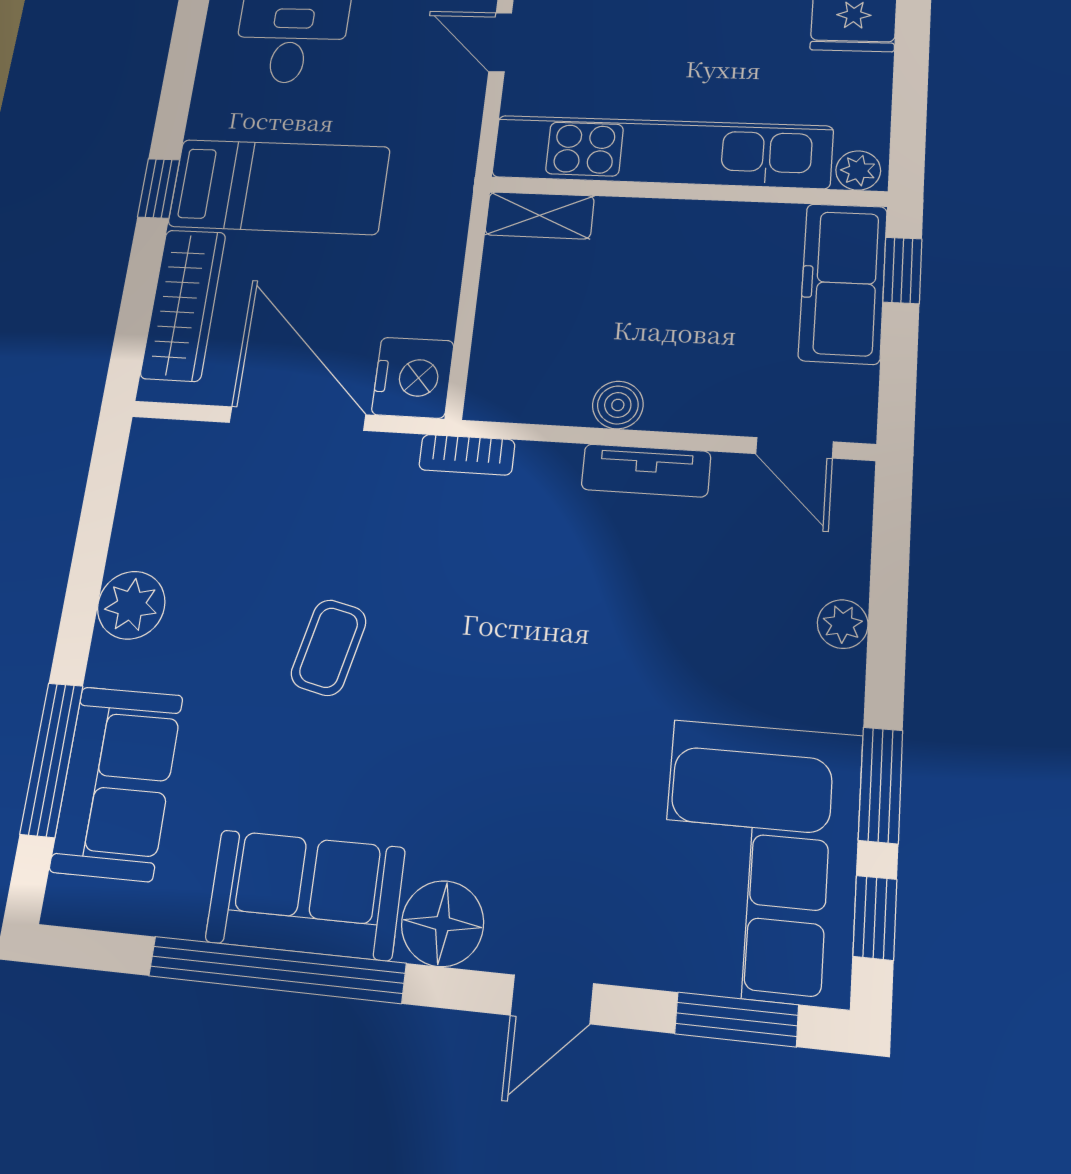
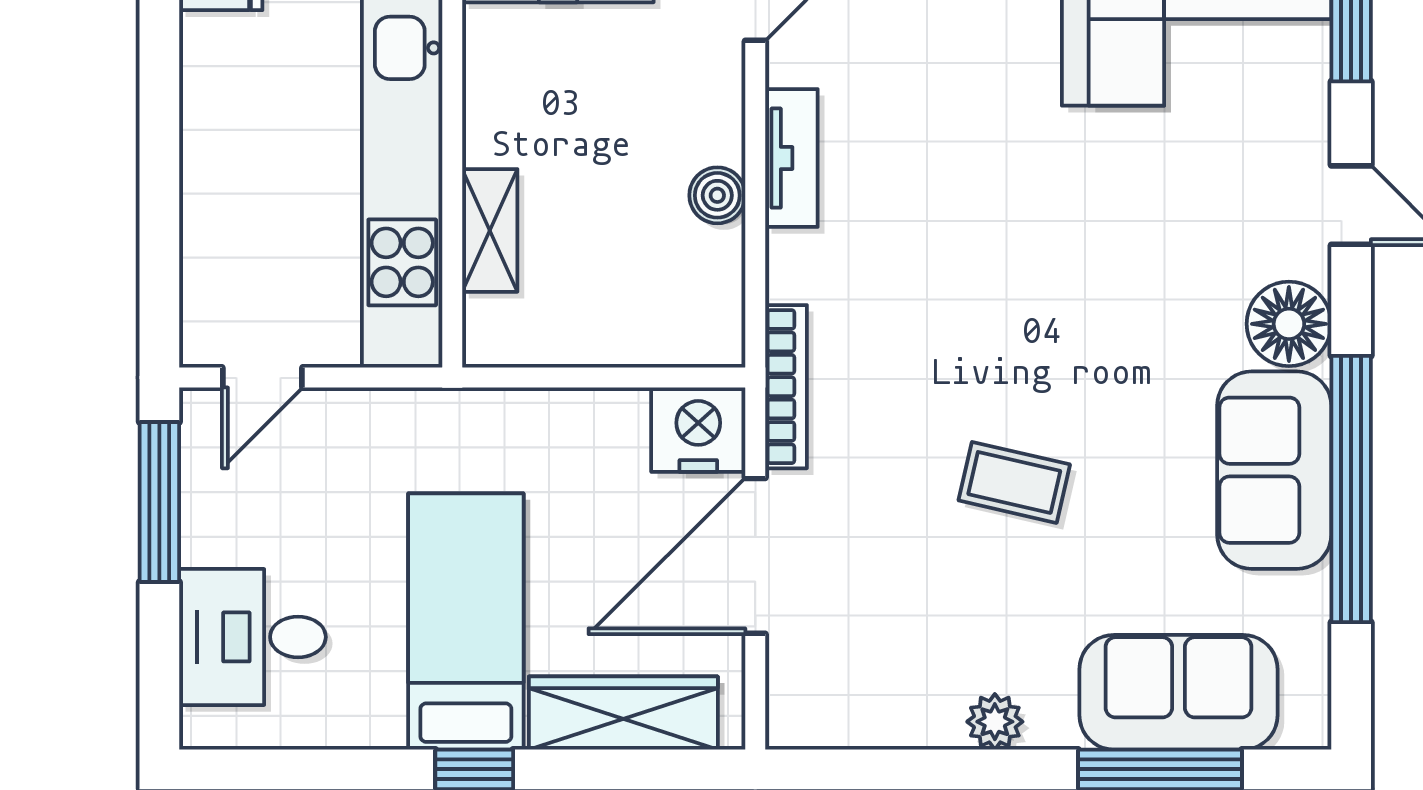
shelving: (540, 215) -> (490, 230), moved
bookcase: (467, 455) -> (786, 387), width x1.56
plant: (131, 605) -> (995, 722), width x0.73, depth x0.73

